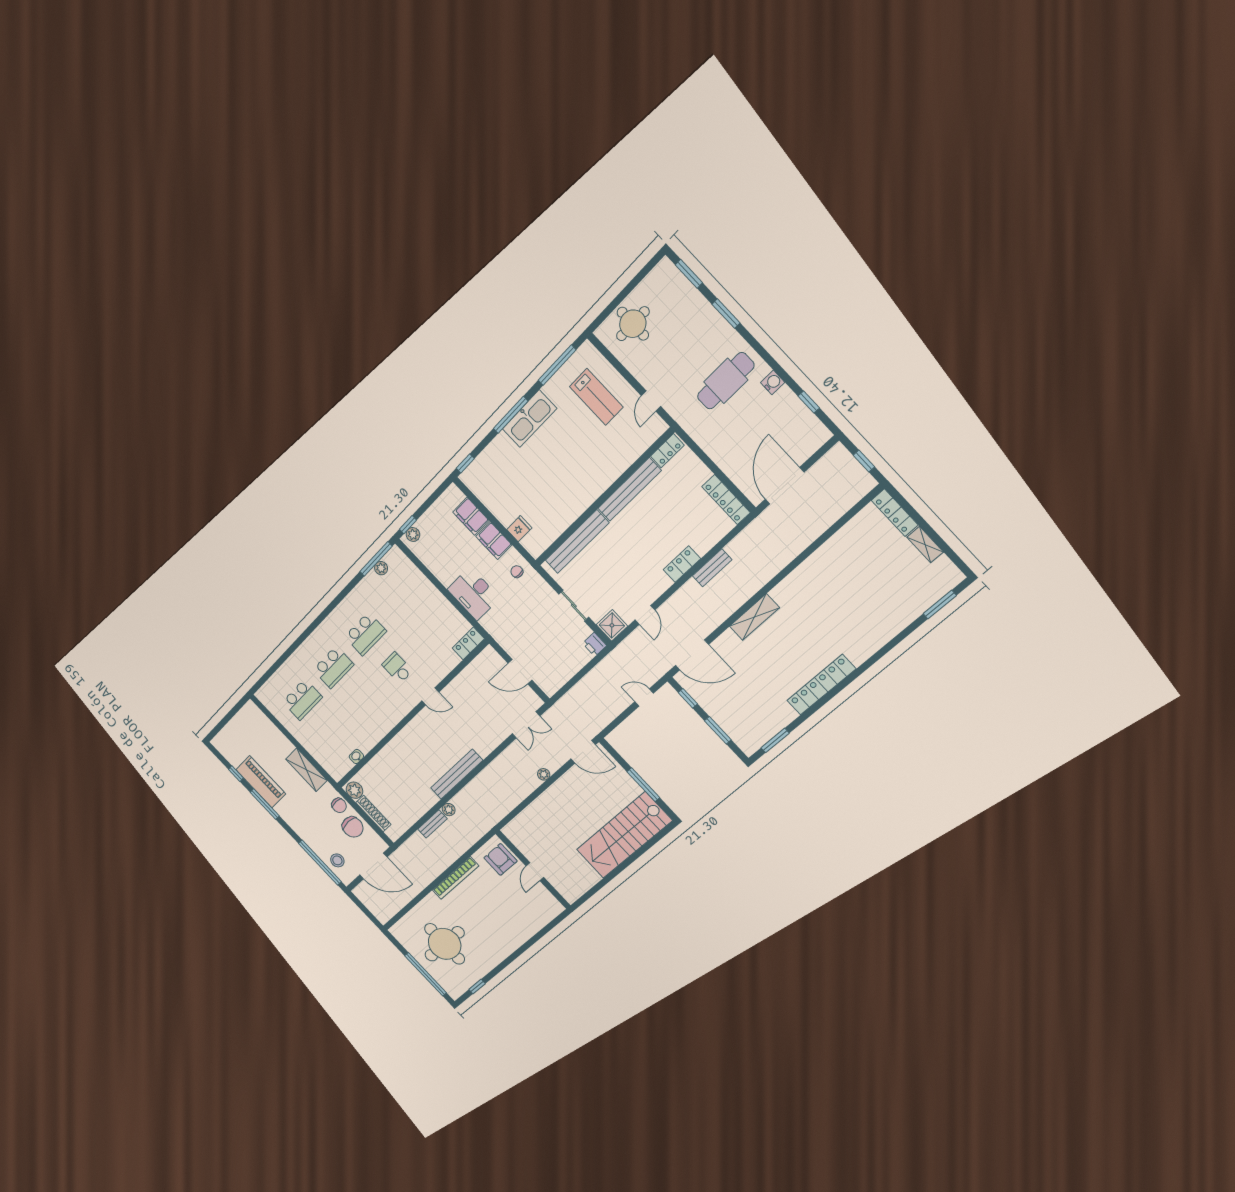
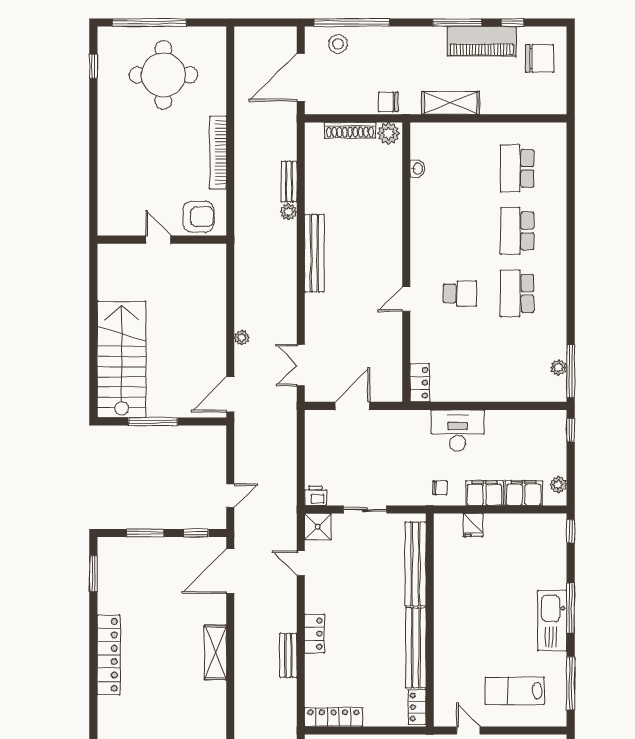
plant: (413, 534) -> (558, 485), moved
chair: (353, 827) -> (539, 58), moved, turned 180

